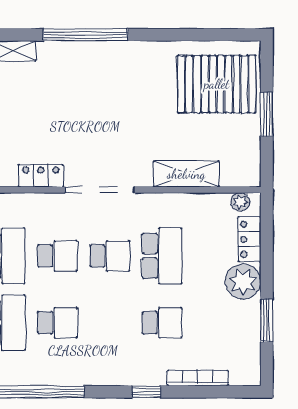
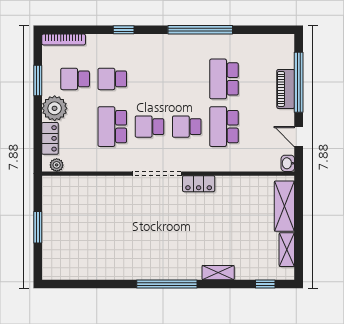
pallet: (217, 84) -> (73, 249), removed
shelving: (186, 174) -> (95, 185), removed
school desk: (57, 323) -> (75, 79), moved
bookcase: (198, 378) -> (64, 39), moved

